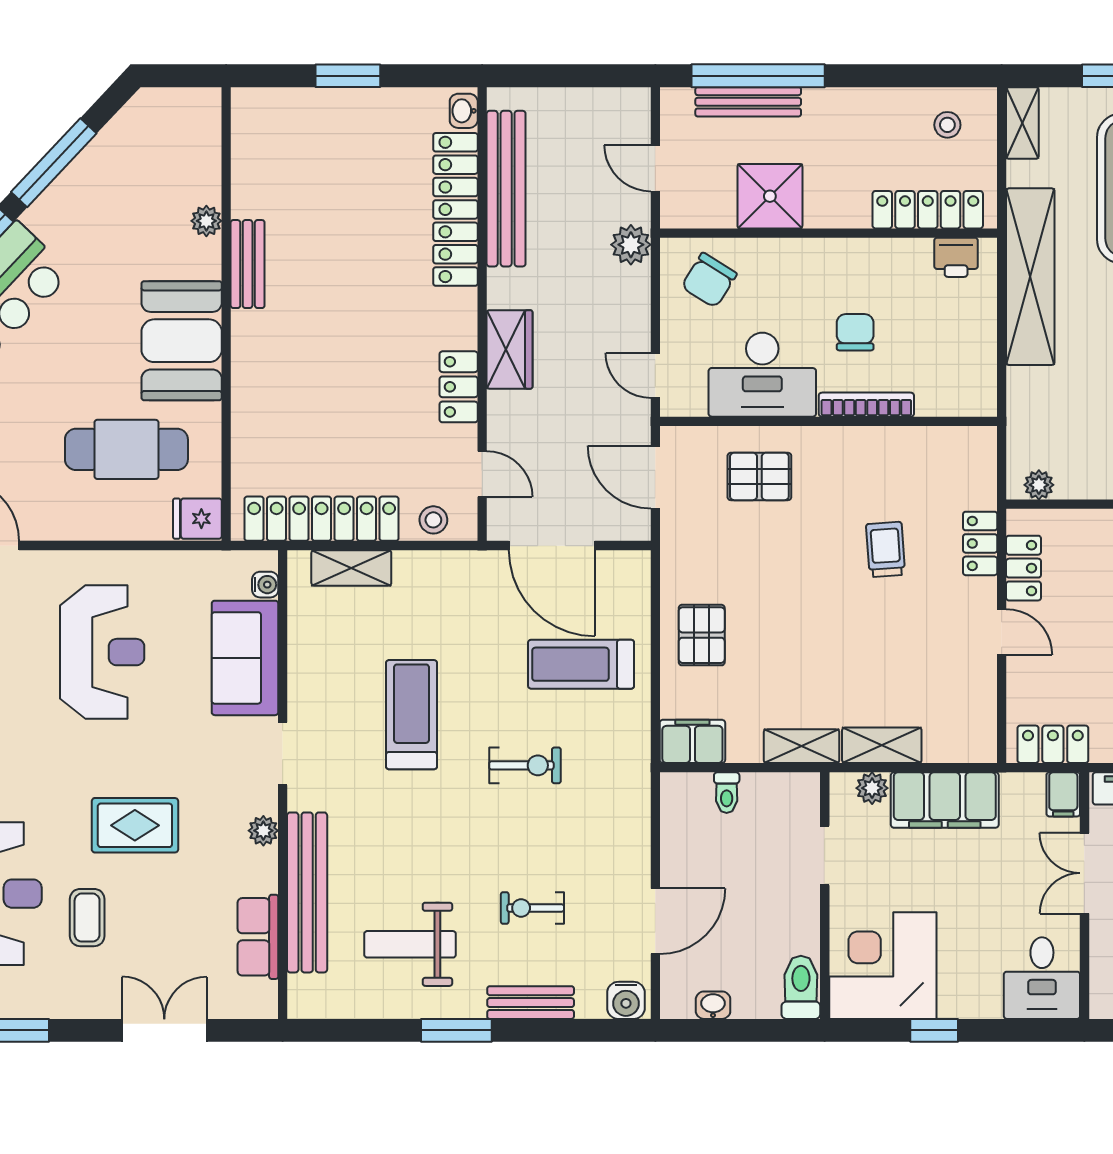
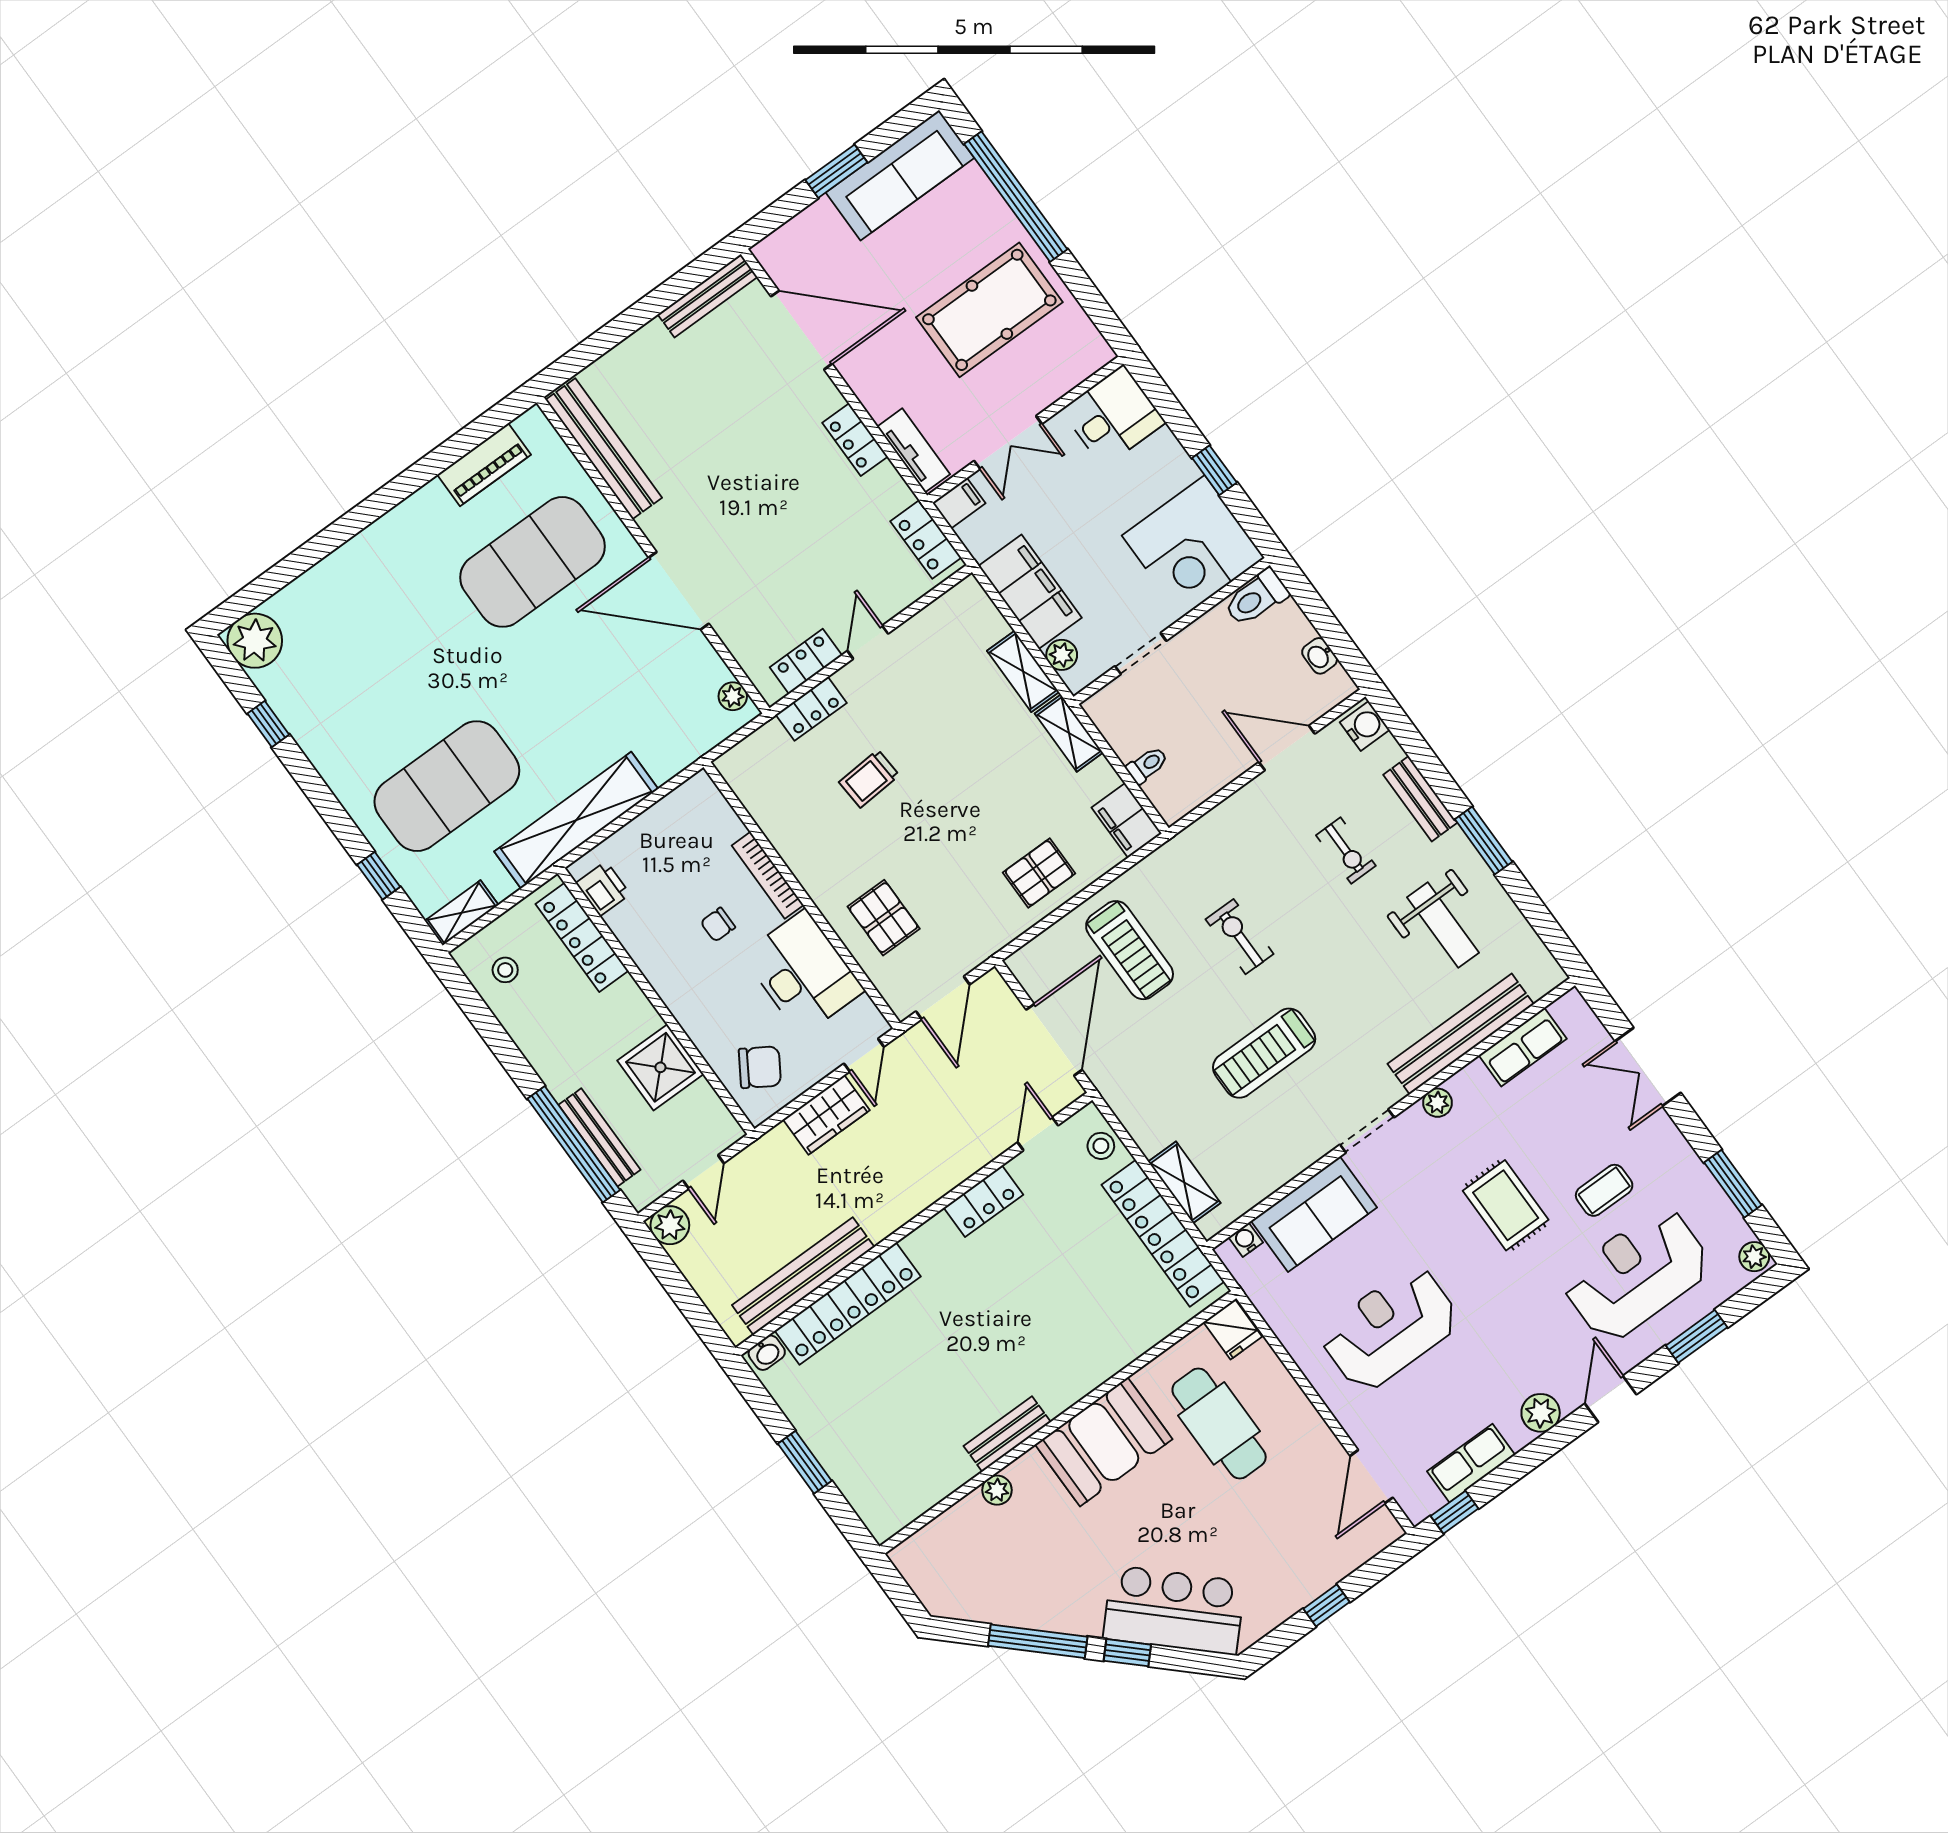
plant: (631, 245) -> (670, 1225), moved
chair: (855, 332) -> (718, 925), width x0.73, depth x0.73
wardrobe: (510, 349) -> (826, 1115), moved, turned 180

